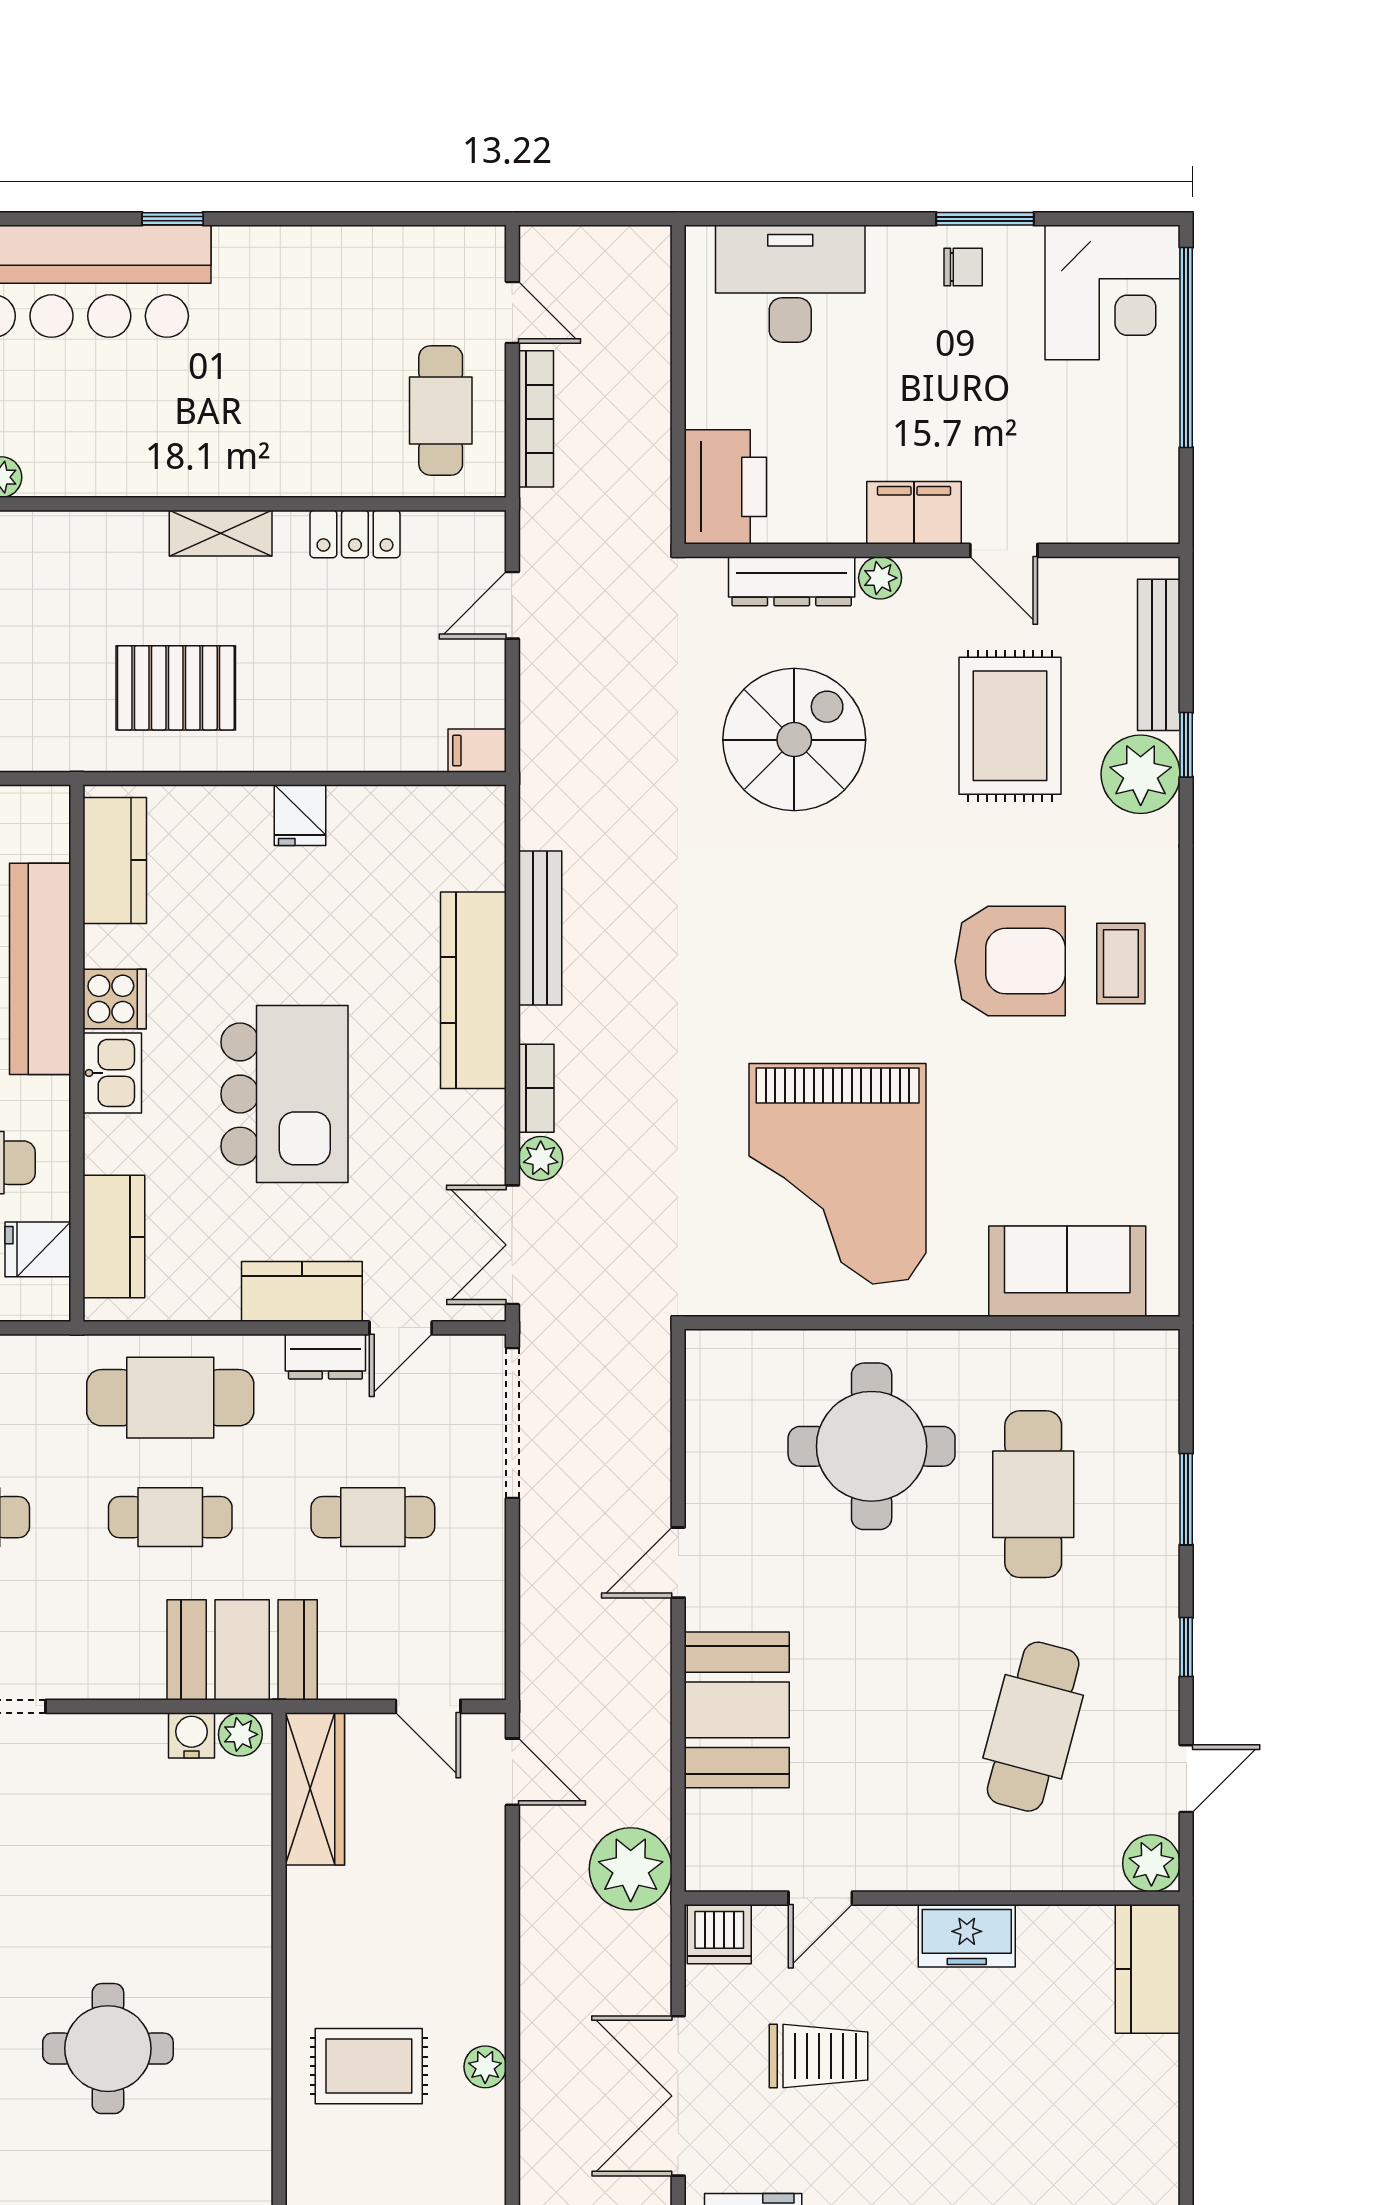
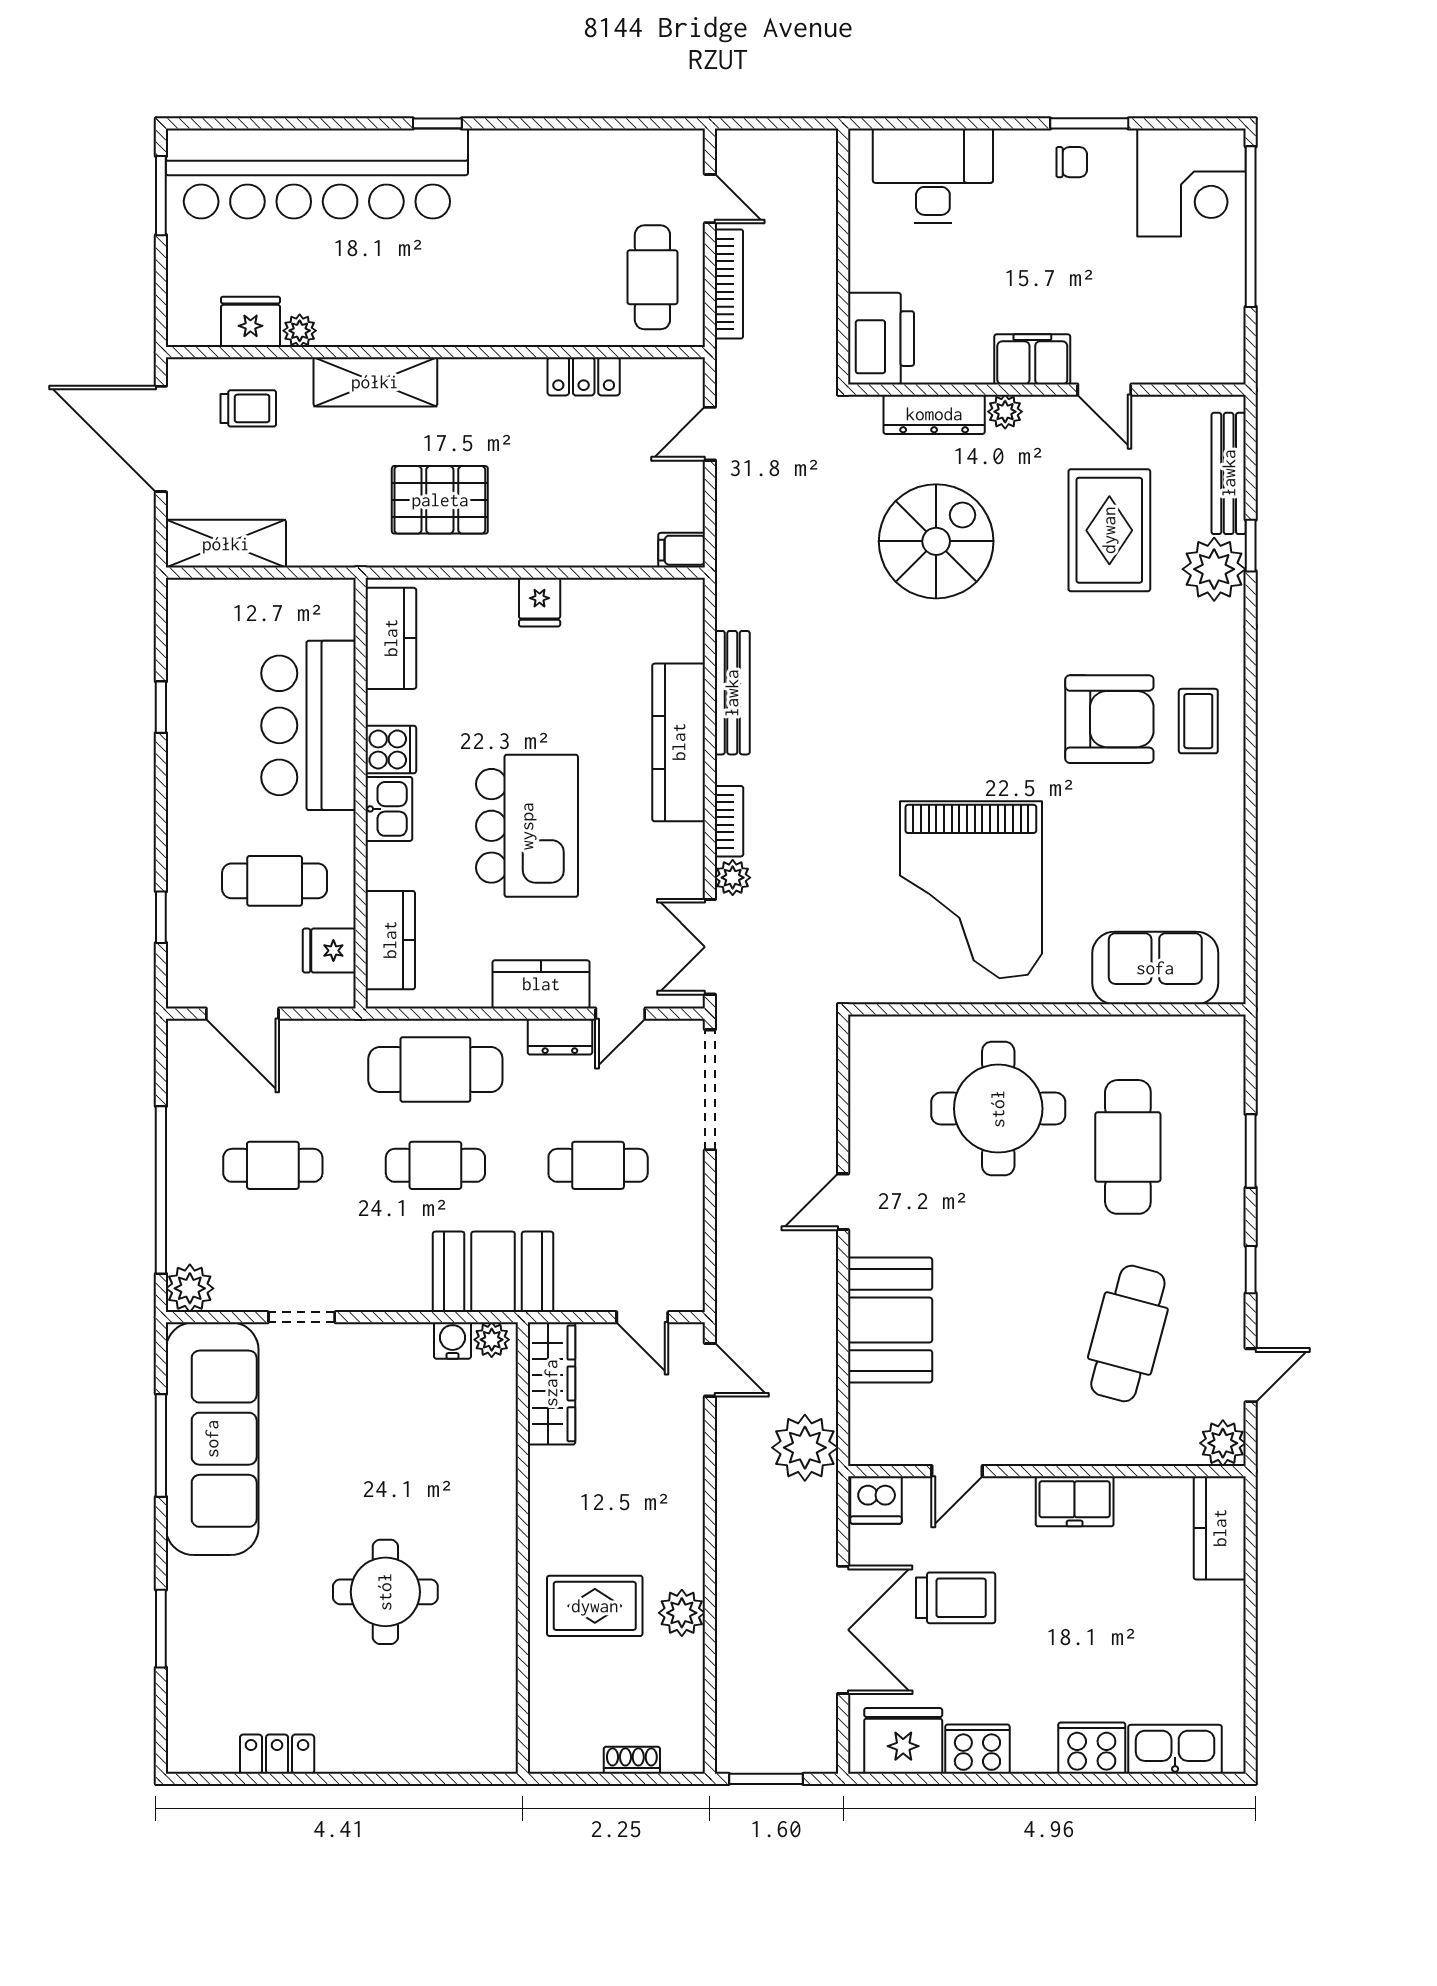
shelving: (221, 533) -> (375, 382), moved, width x1.50, depth x1.33
plant: (485, 2067) -> (682, 1613), width x1.38, depth x1.38
double door: (678, 2096) -> (843, 1630), swing flipped

